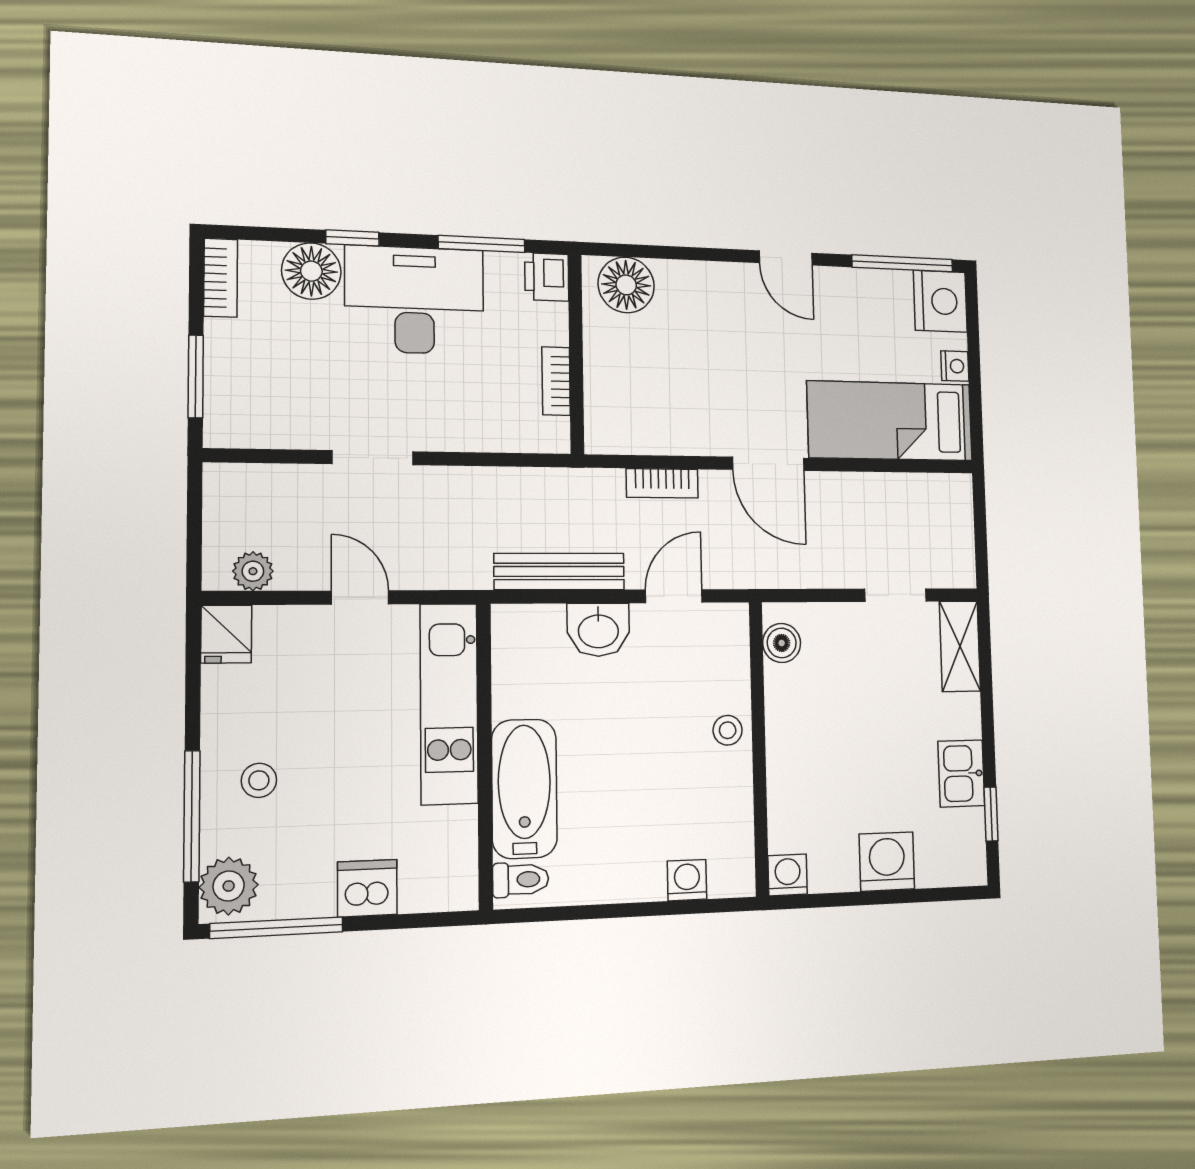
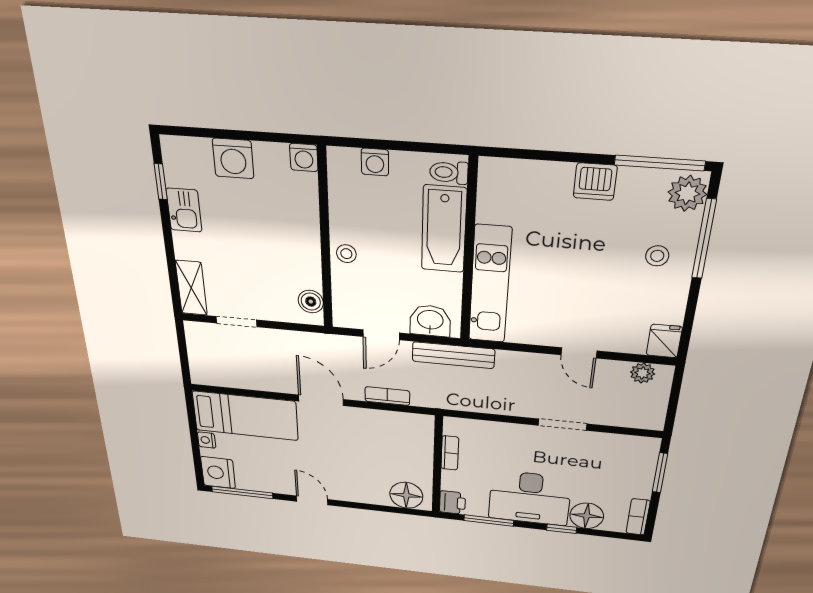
kitchen unit: (449, 704) -> (490, 285), moved
wall: (485, 756) -> (469, 252), moved
bathtub: (524, 789) -> (444, 229), moved
toilet: (521, 880) -> (449, 172), moved

